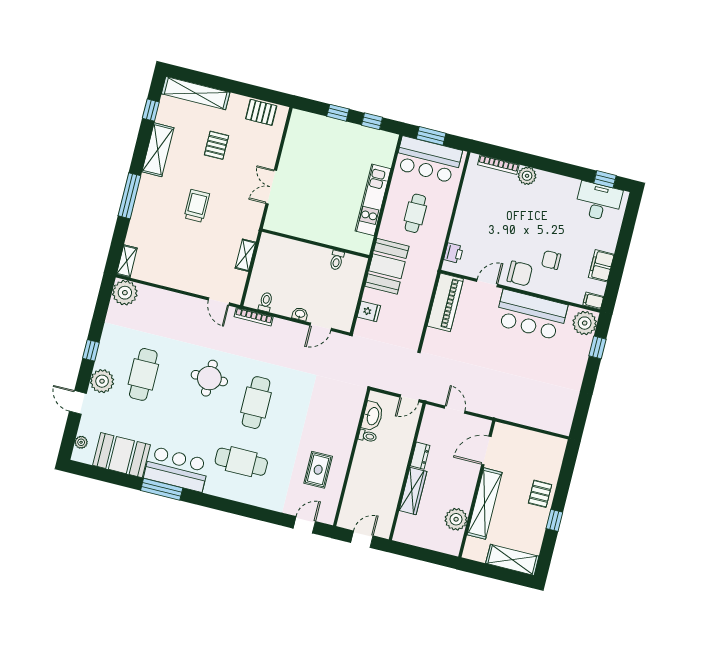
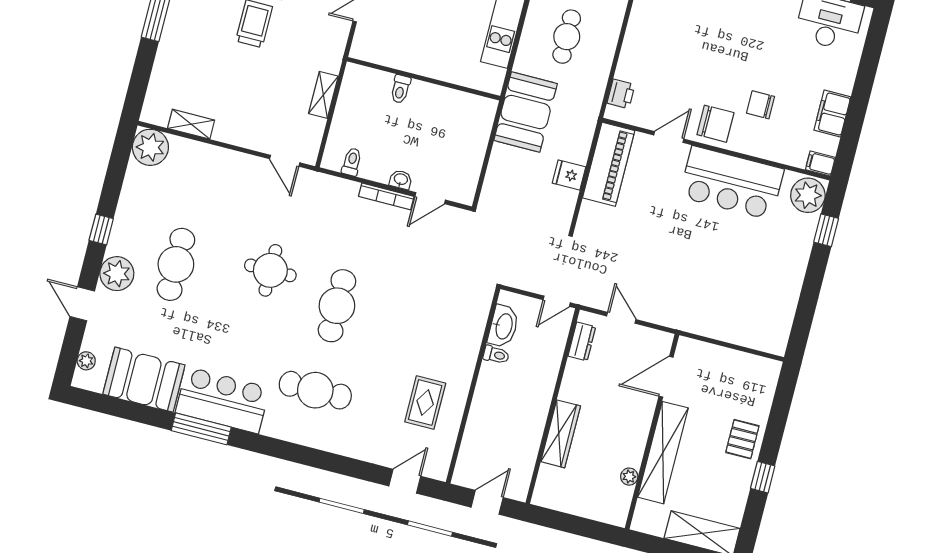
toilet: (337, 260) -> (400, 89), moved
shelving: (127, 261) -> (191, 124), moved, turned 90
fridge: (369, 311) -> (569, 175), moved, turned 180
bookcase: (254, 317) -> (386, 196), moved
dresser: (420, 456) -> (582, 341), moved
plant: (456, 519) -> (629, 477), width x0.53, depth x0.53

